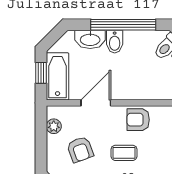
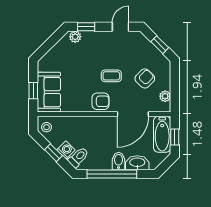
door: (96, 103) -> (133, 114), width x1.36
armchair: (80, 149) -> (145, 78), turned 64

